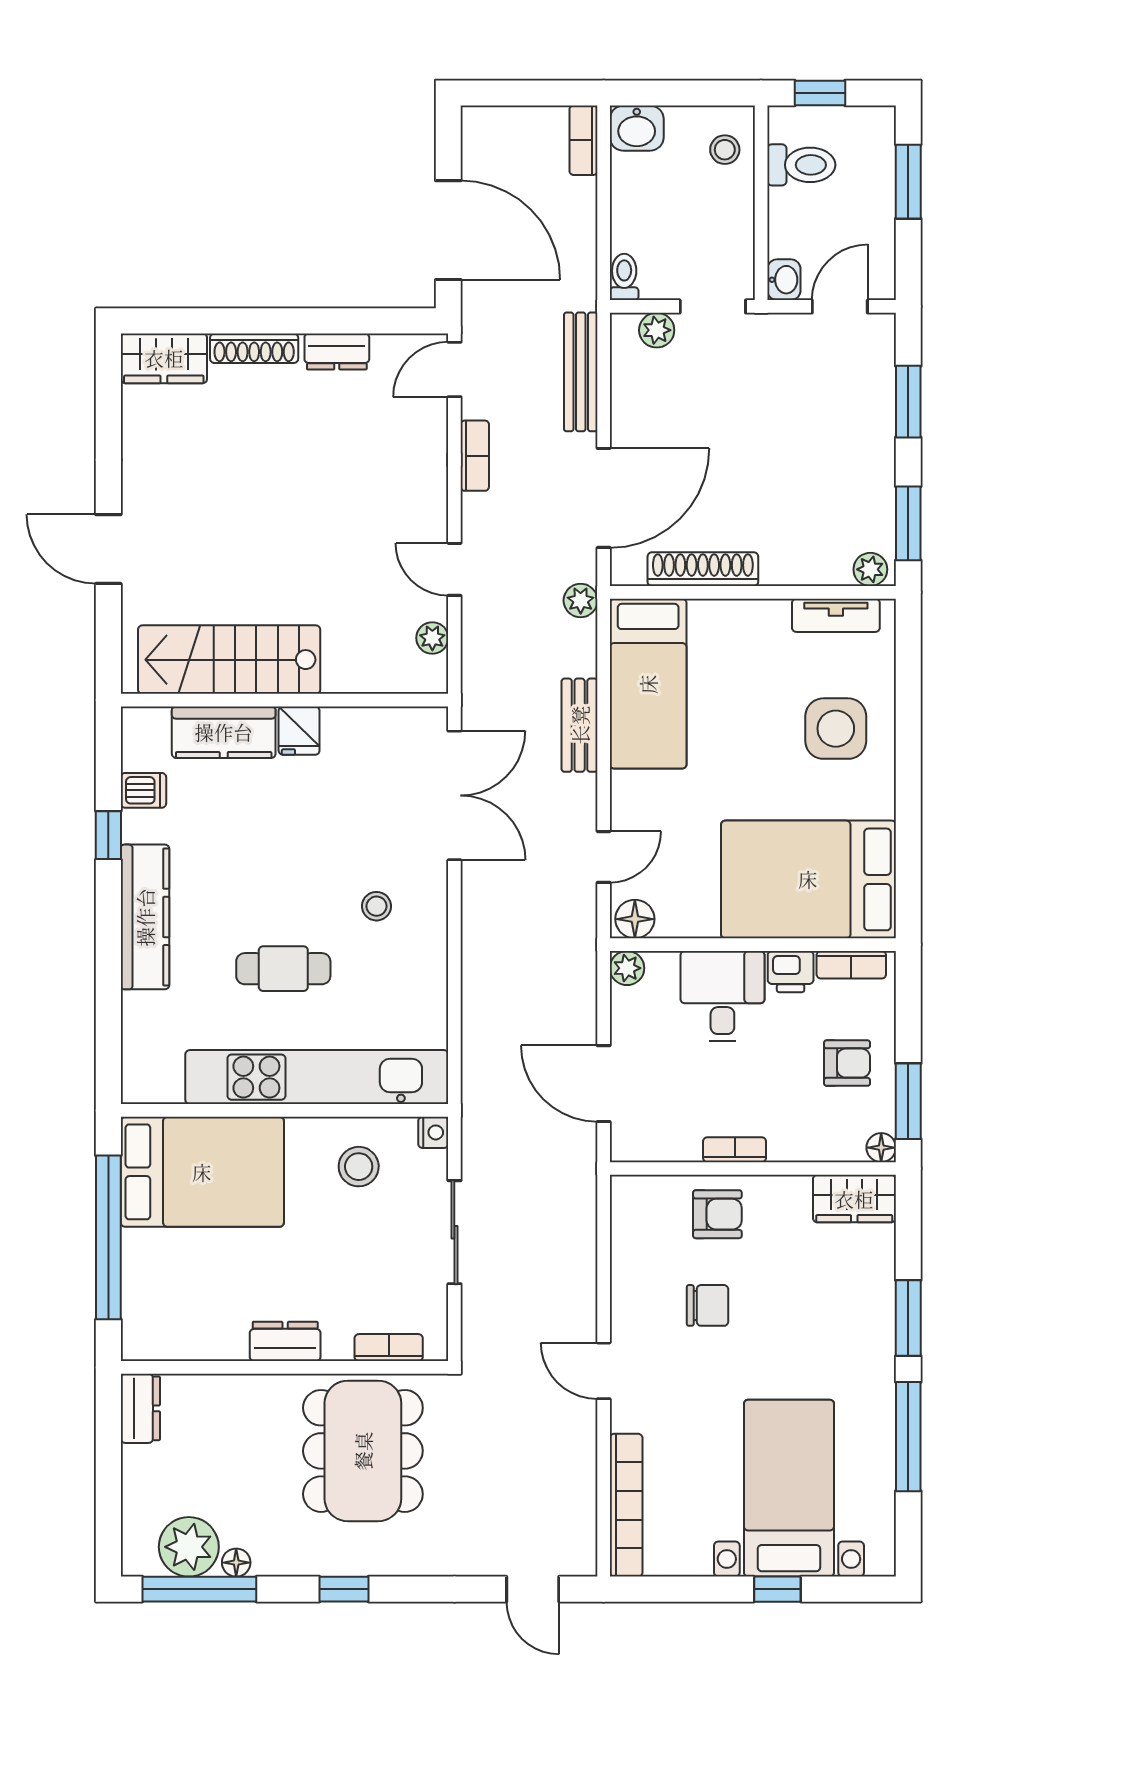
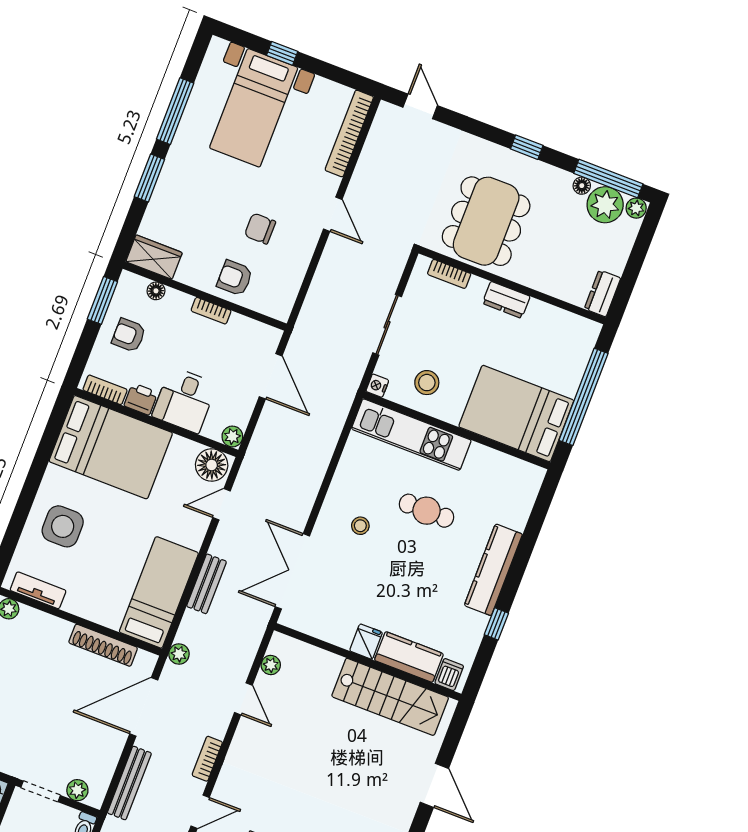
dishwasher: (143, 790) -> (449, 675), moved, turned 90
floor lamp: (635, 919) -> (212, 465), width x1.38, depth x1.38
kitchen unit: (317, 1077) -> (411, 435), width x0.73
floor lamp: (881, 1148) -> (156, 291), moved
plant: (139, 1560) -> (636, 208), added

